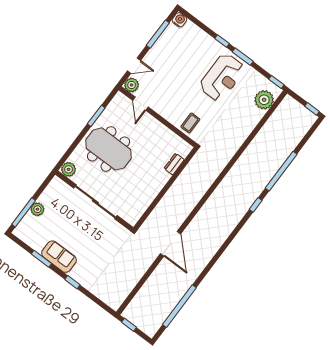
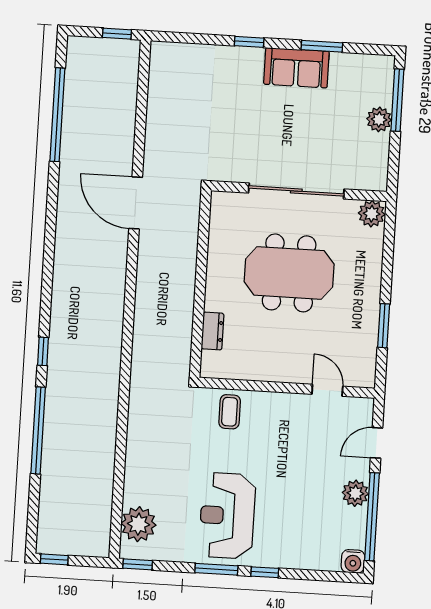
window: (158, 34) -> (372, 517), width x1.46
plant: (132, 85) -> (355, 493), moved
meeting table: (109, 149) -> (289, 273), moved

